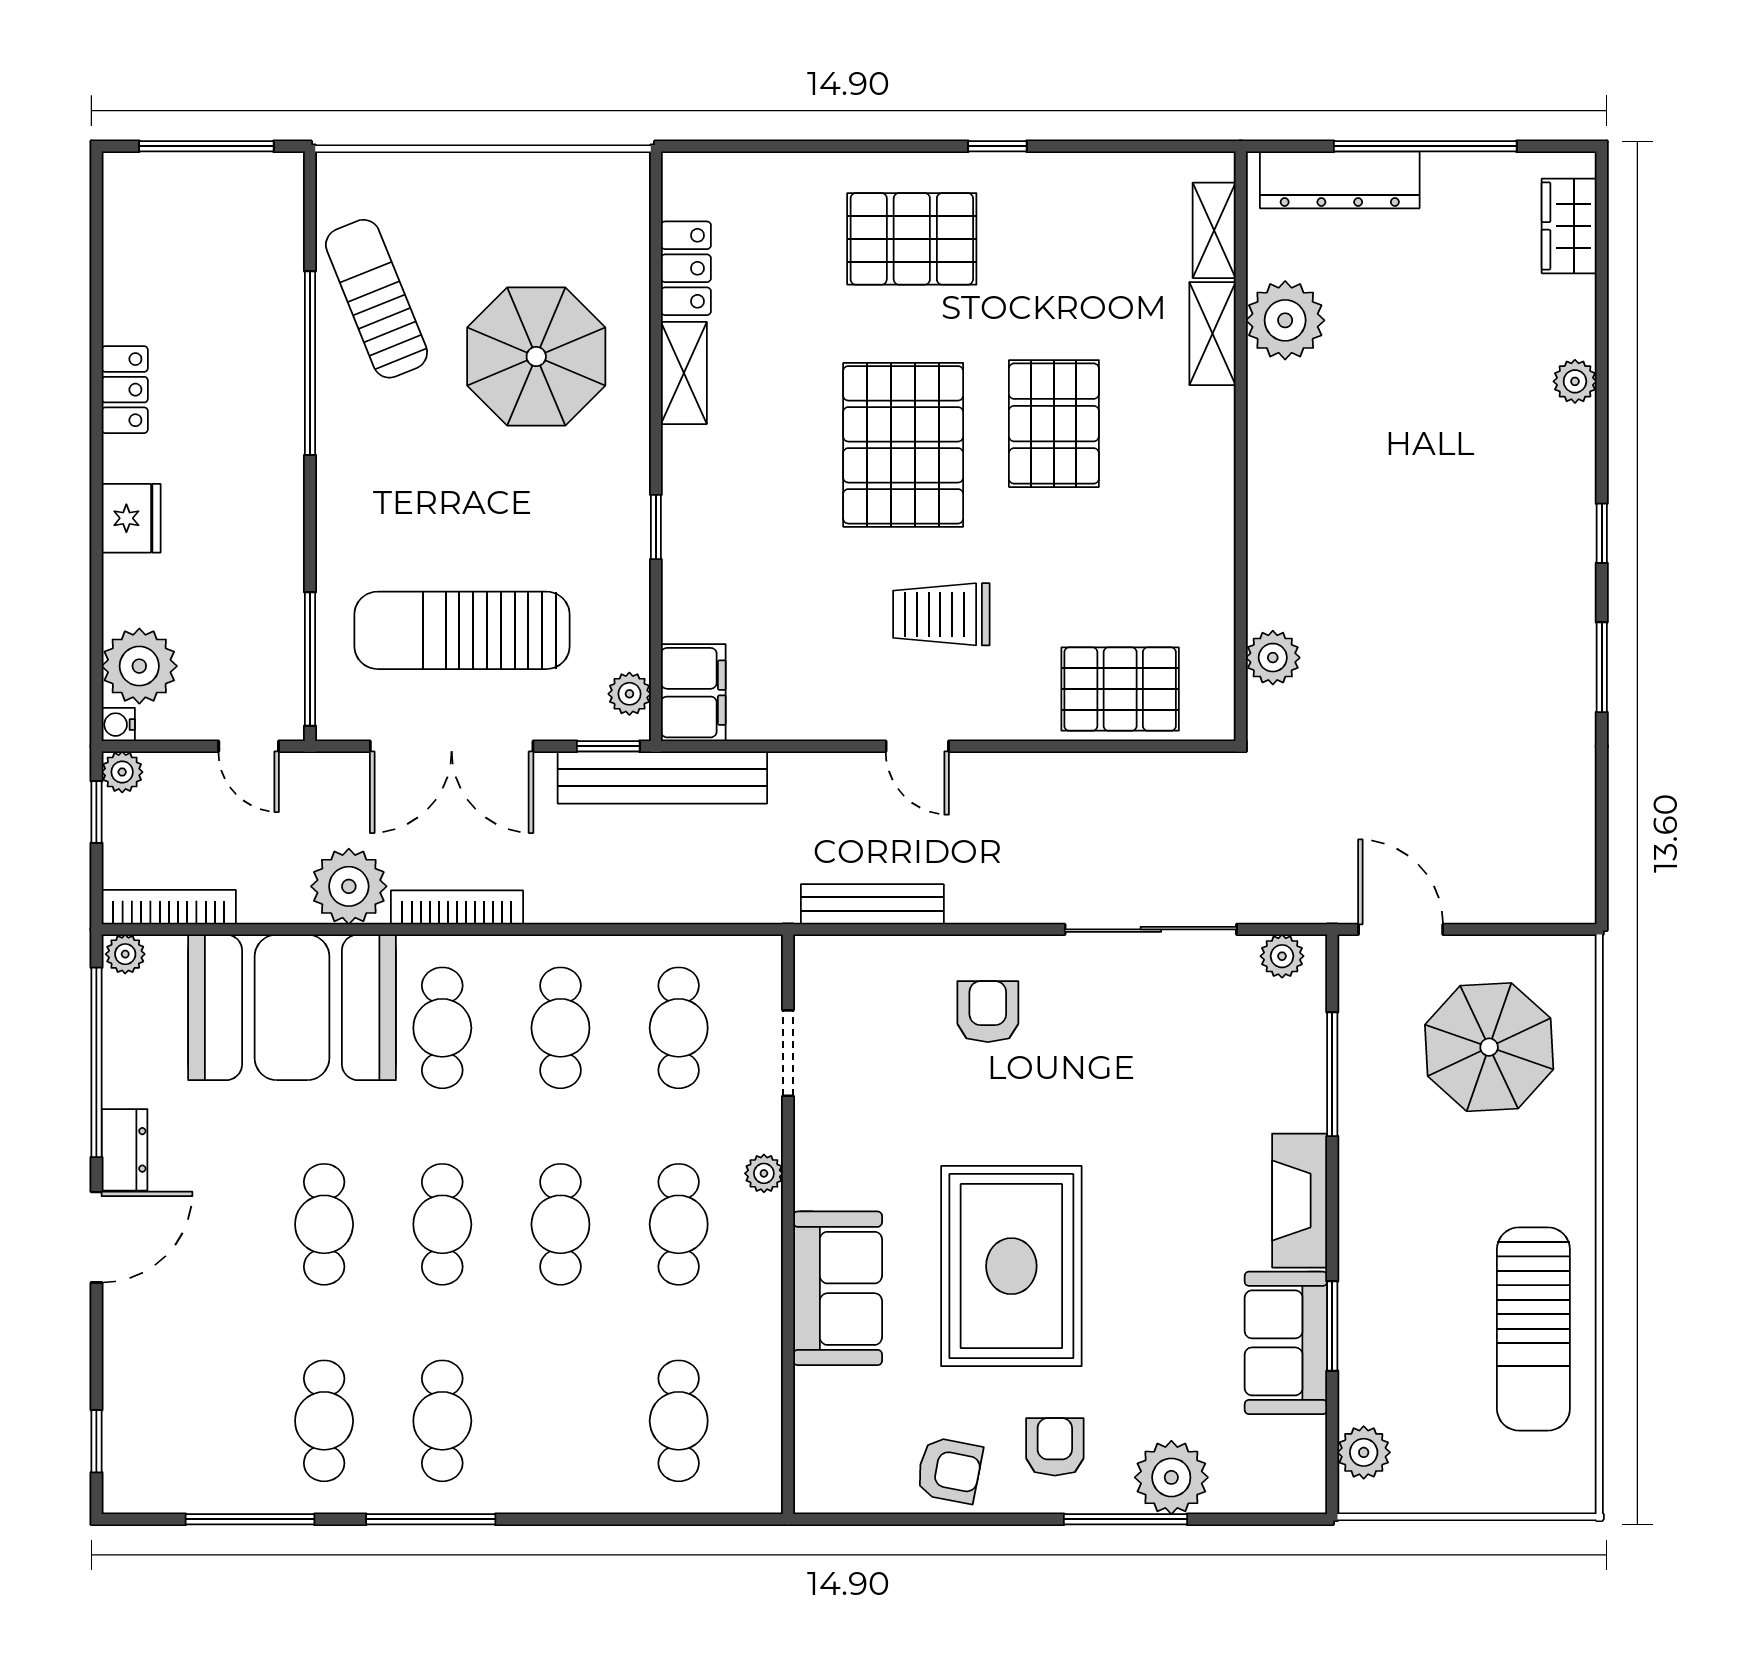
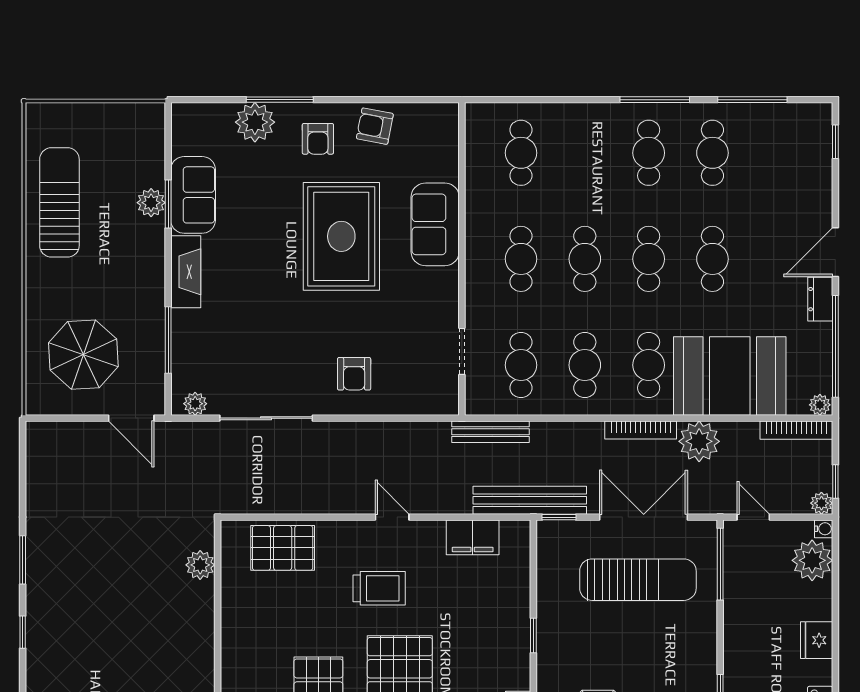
filing cabinet: (693, 693) -> (473, 537), moved, turned -90
plant: (629, 694) -> (548, 545), removed
bench: (872, 904) -> (491, 432), moved
plant: (764, 1173) -> (475, 286), removed
plant: (1364, 1452) -> (151, 203), moved

